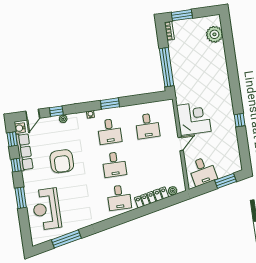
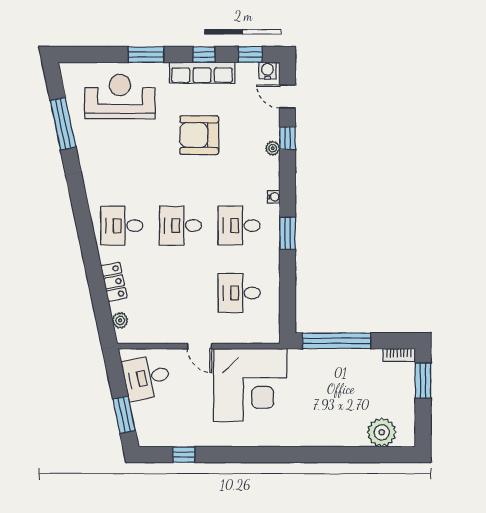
corner desk: (194, 118) -> (250, 385), width x1.36, depth x1.36
window: (240, 120) -> (184, 455), moved
row of seats: (25, 152) -> (202, 73), moved
locker: (151, 197) -> (114, 282), width x0.66

